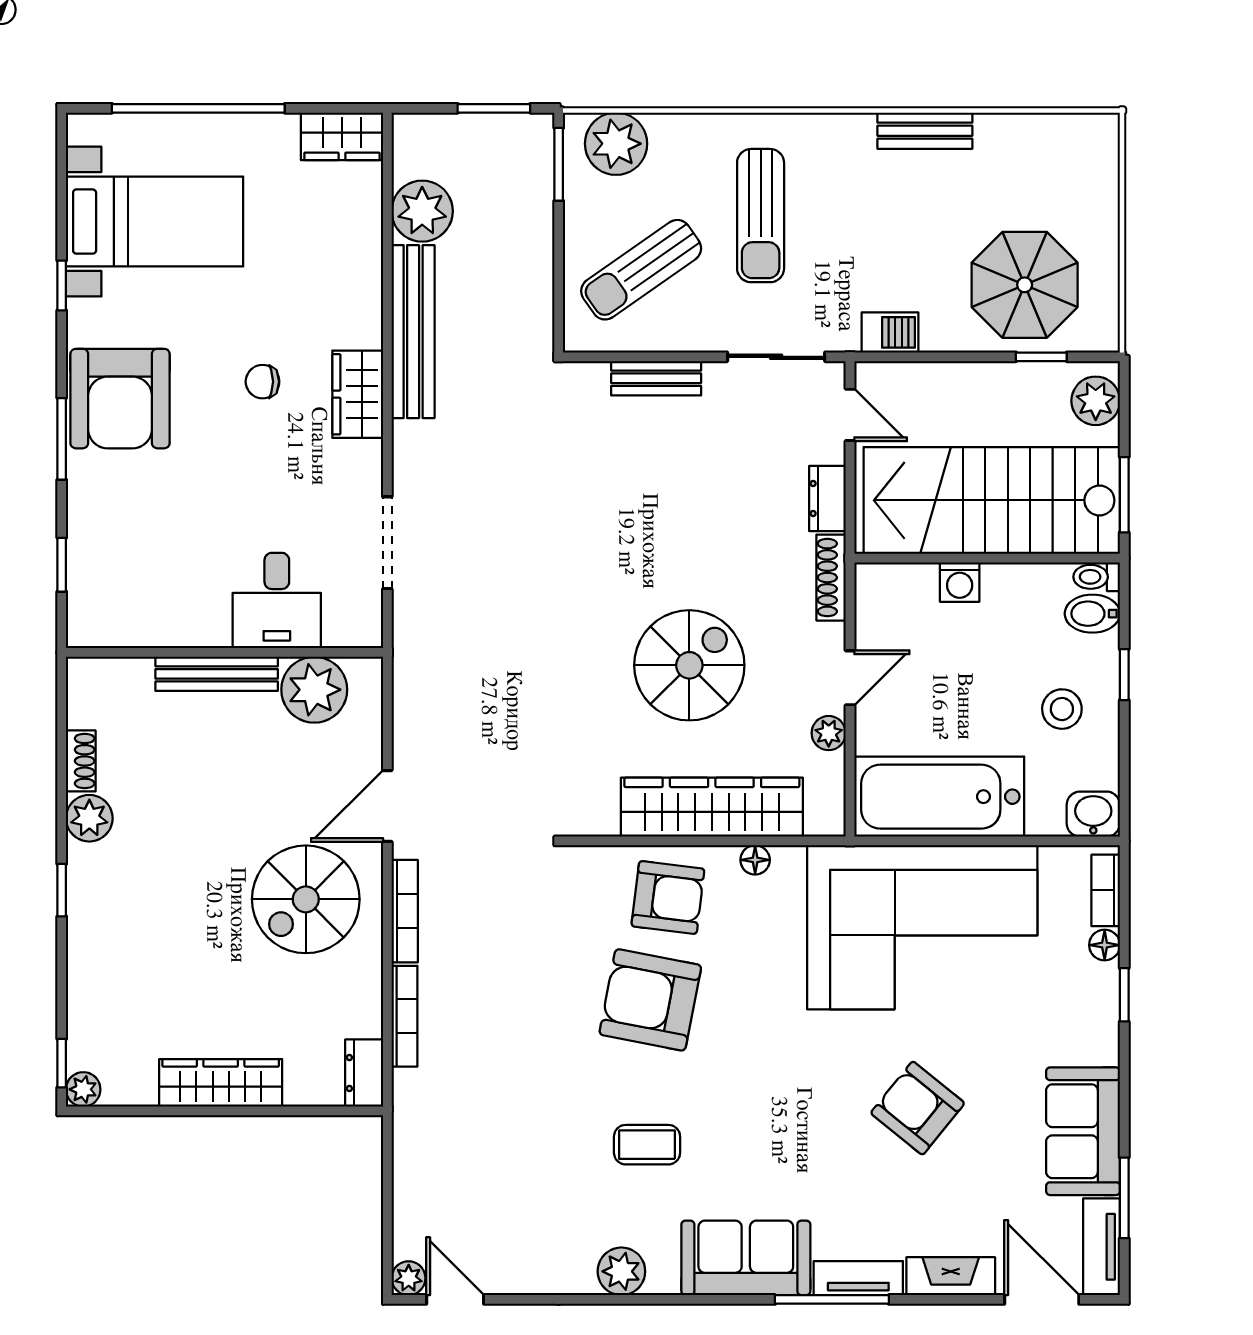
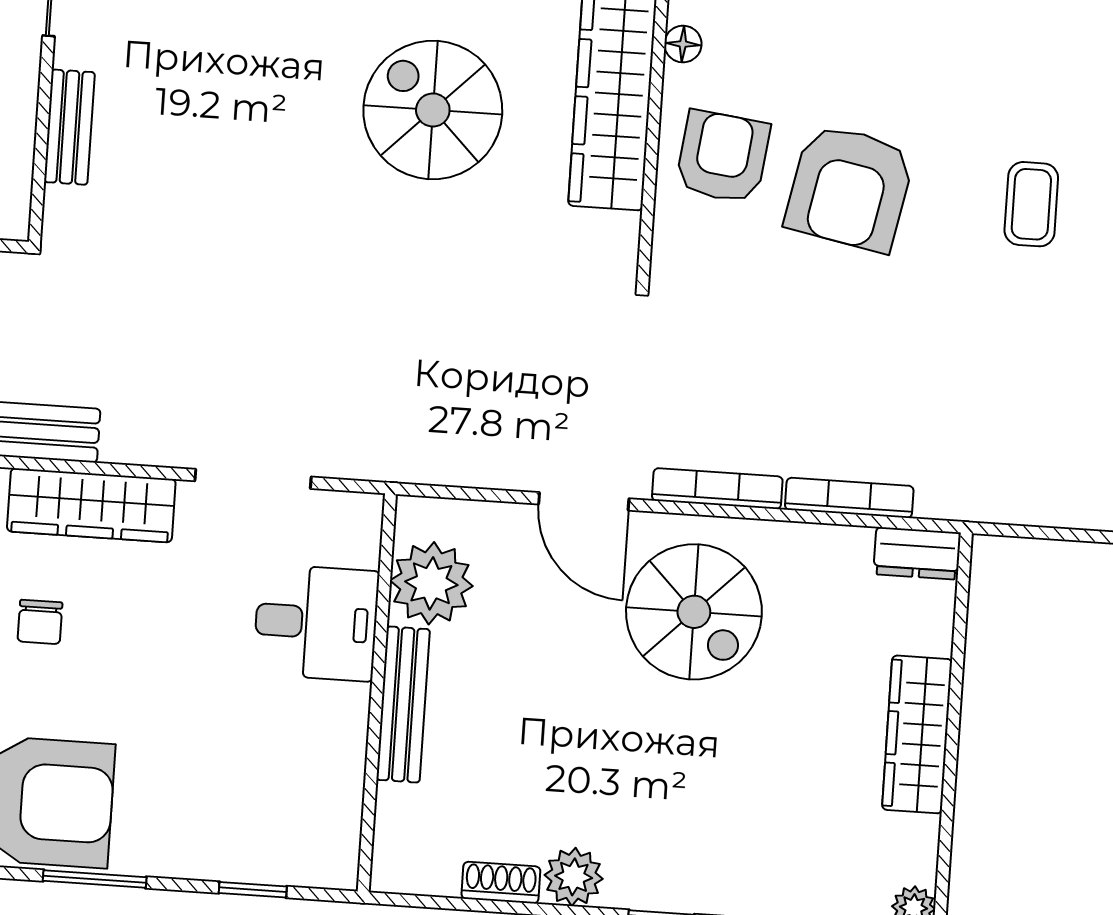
wardrobe: (358, 394) -> (91, 505), width x1.50

